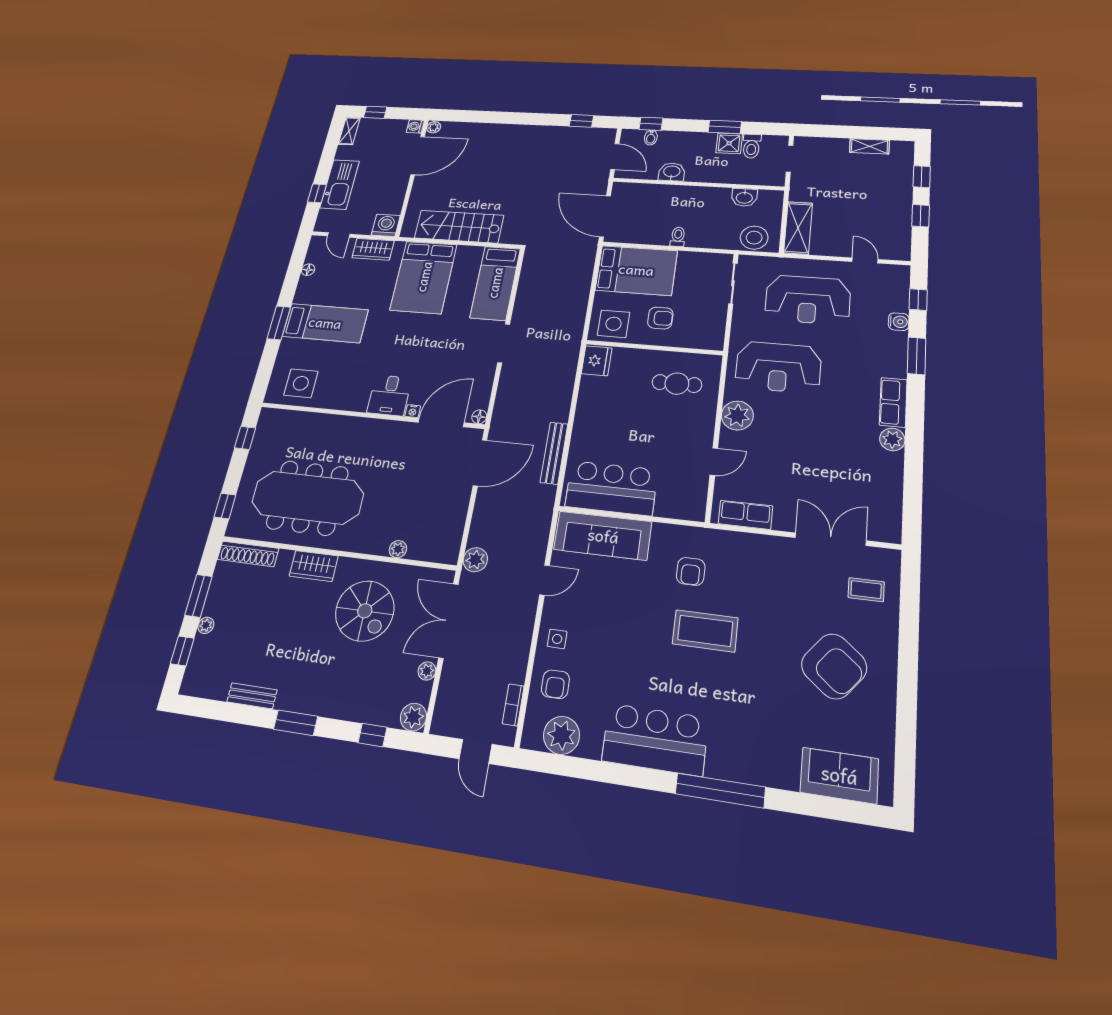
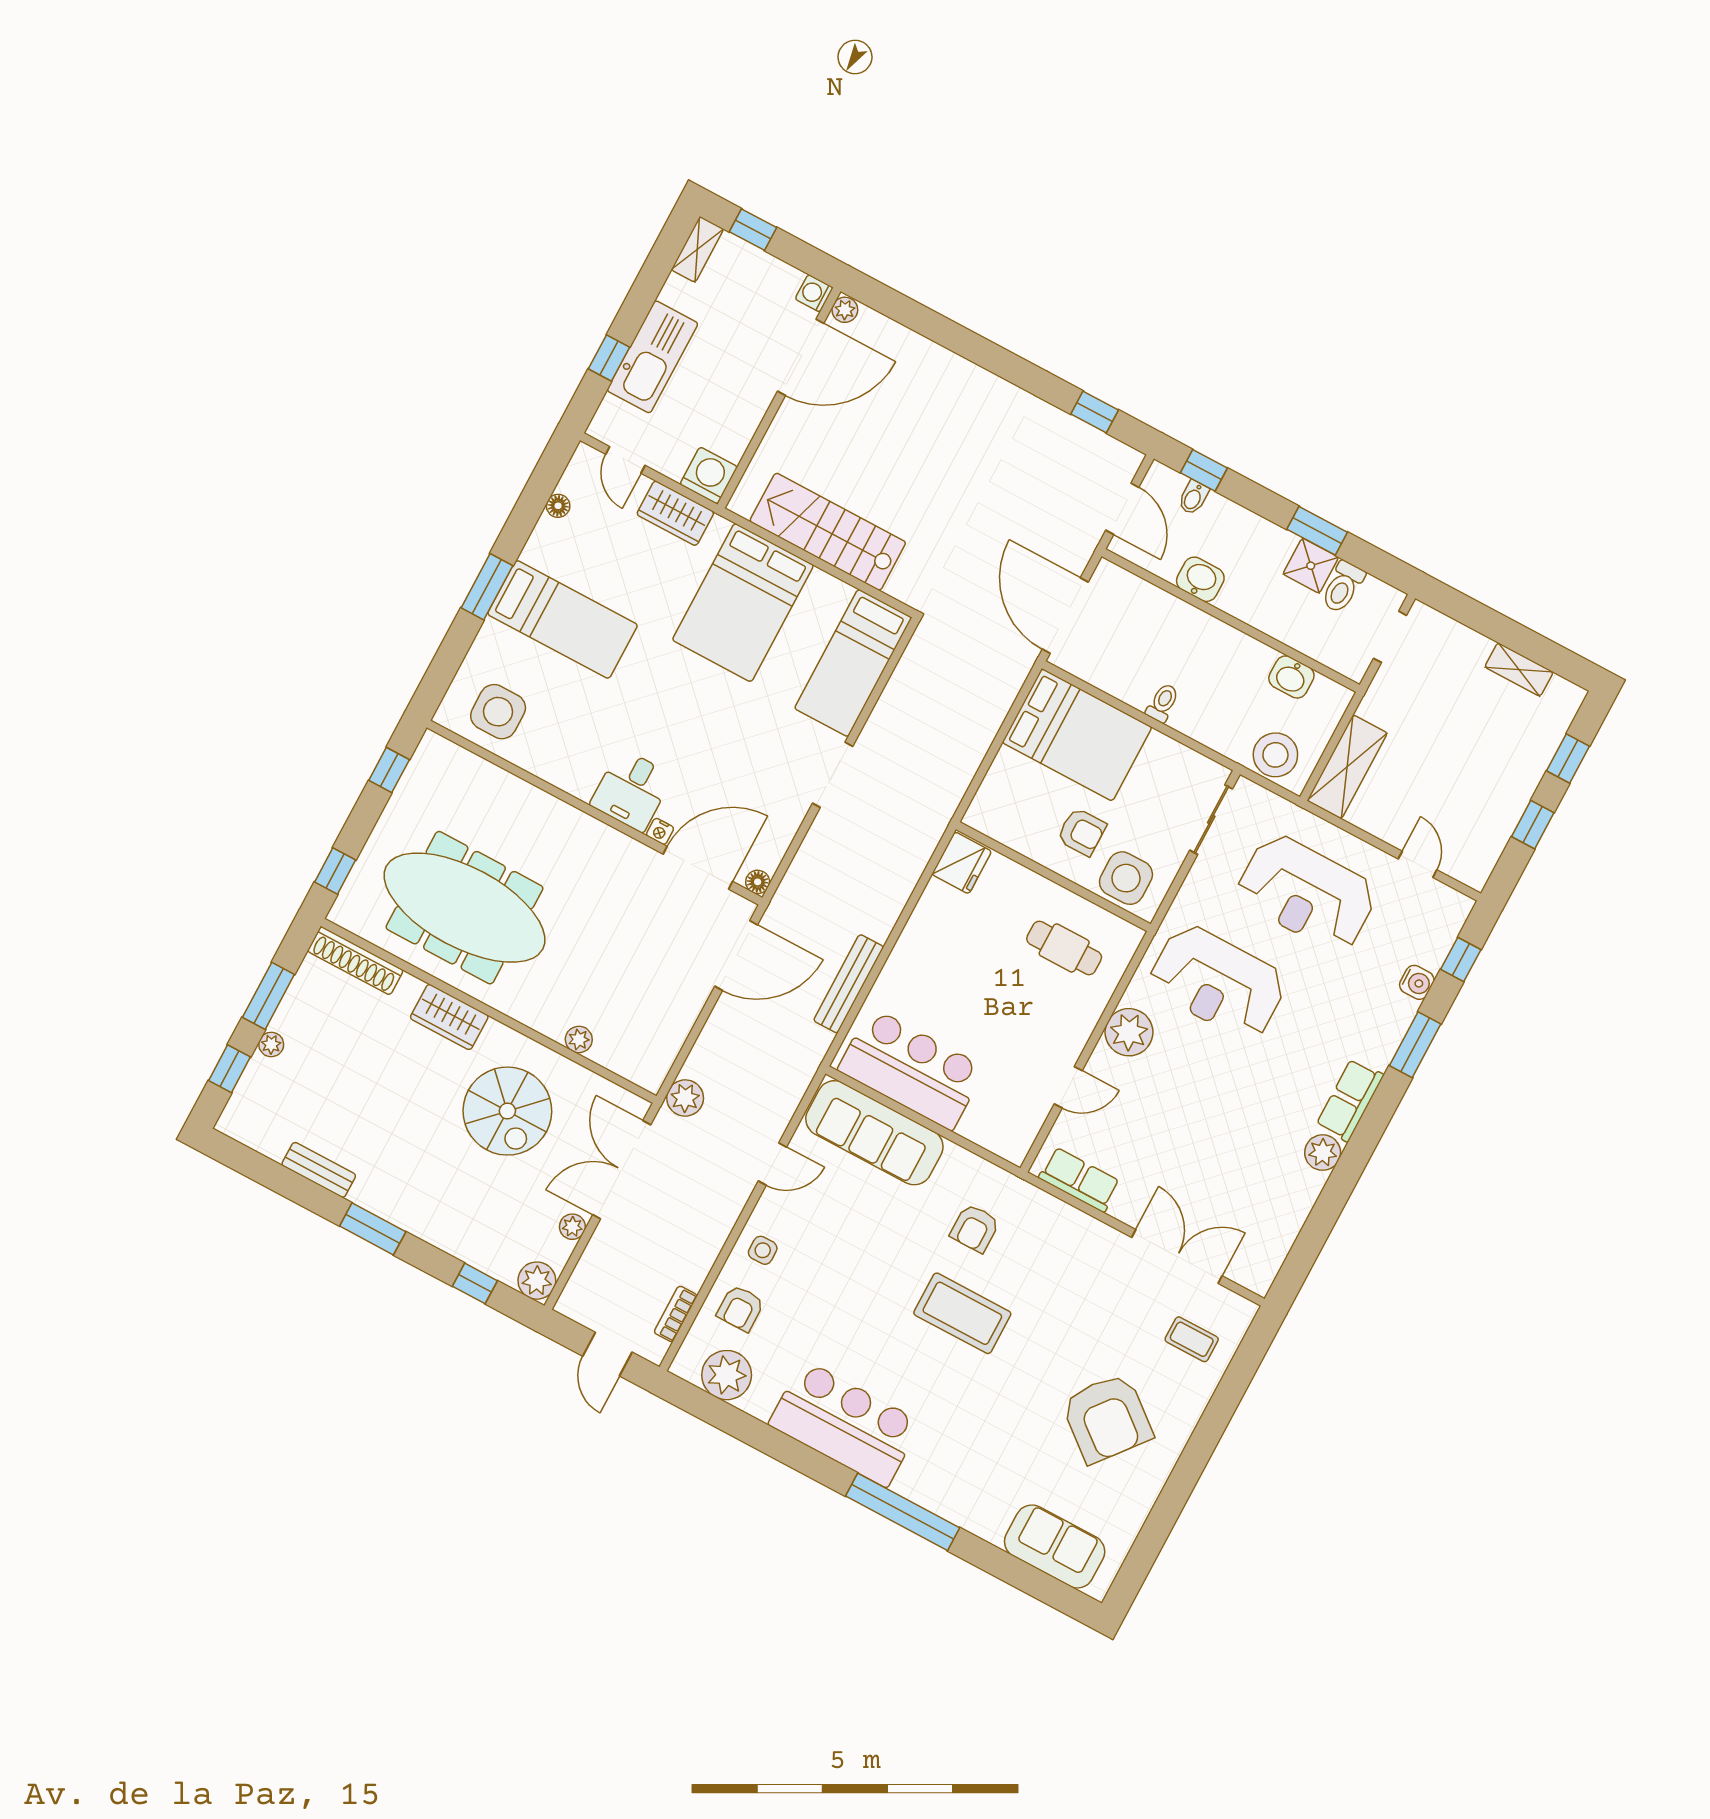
side table: (614, 324) -> (1126, 878), moved

